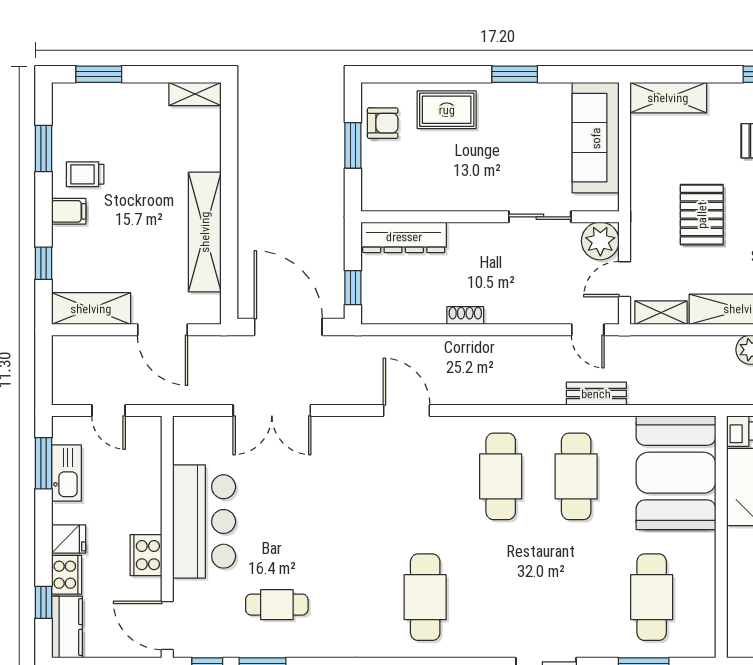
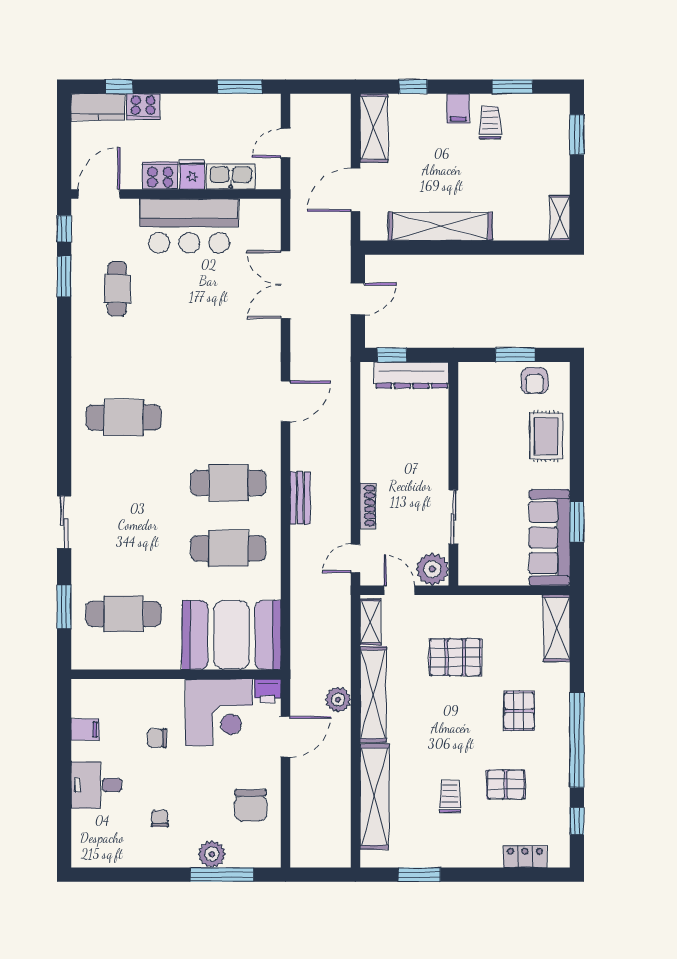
window: (515, 74) -> (577, 522), moved
sofa: (596, 138) -> (550, 538), moved, turned -90
dresser: (404, 237) -> (412, 375), moved, turned -90
shoe rack: (465, 315) -> (368, 506), moved, width x1.43
door: (288, 327) -> (358, 299), width x0.53
bench: (596, 394) -> (300, 498), moved
kitchen sink: (66, 473) -> (231, 176), moved, turned 180
fridge: (69, 539) -> (192, 175), moved, turned 180

